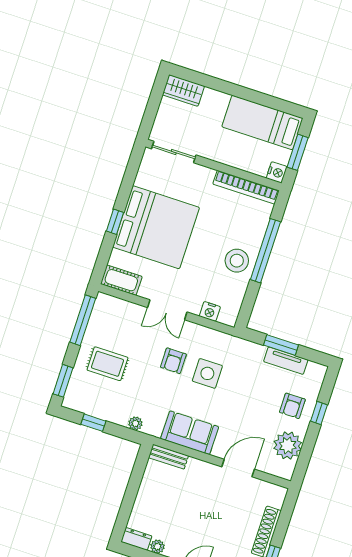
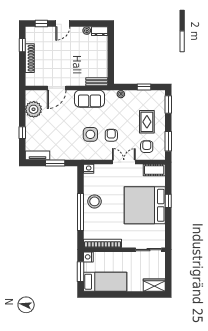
nightstand: (210, 311) -> (89, 169), moved
window: (83, 320) -> (168, 141), width x0.69
tv unit: (286, 361) -> (37, 155), moved
rug: (107, 364) -> (147, 122), turned 90
armchair: (292, 406) -> (147, 147), moved

